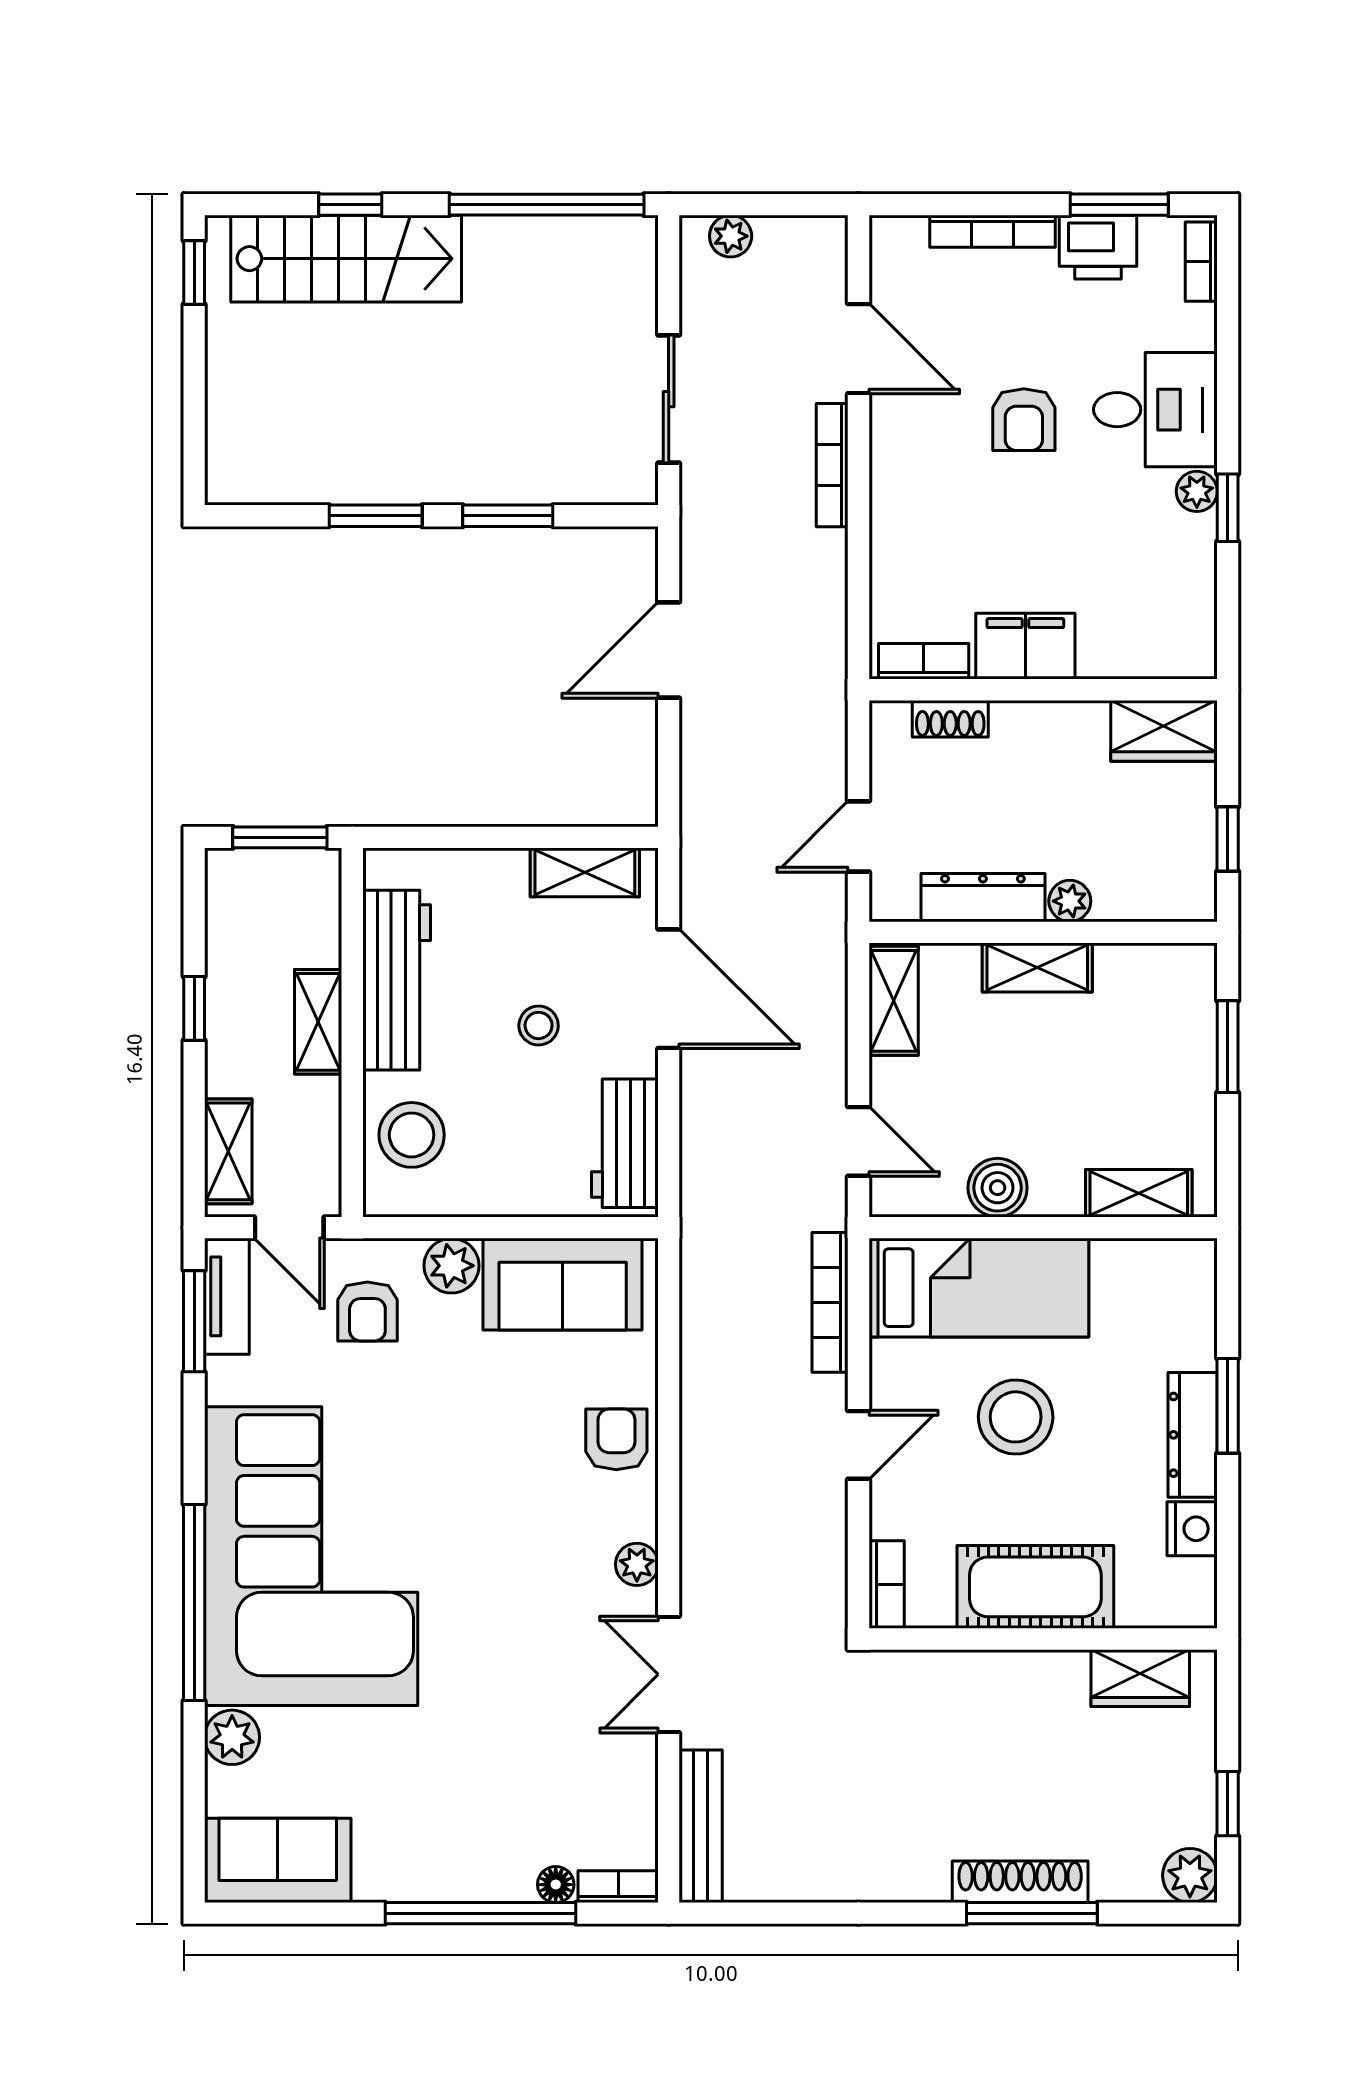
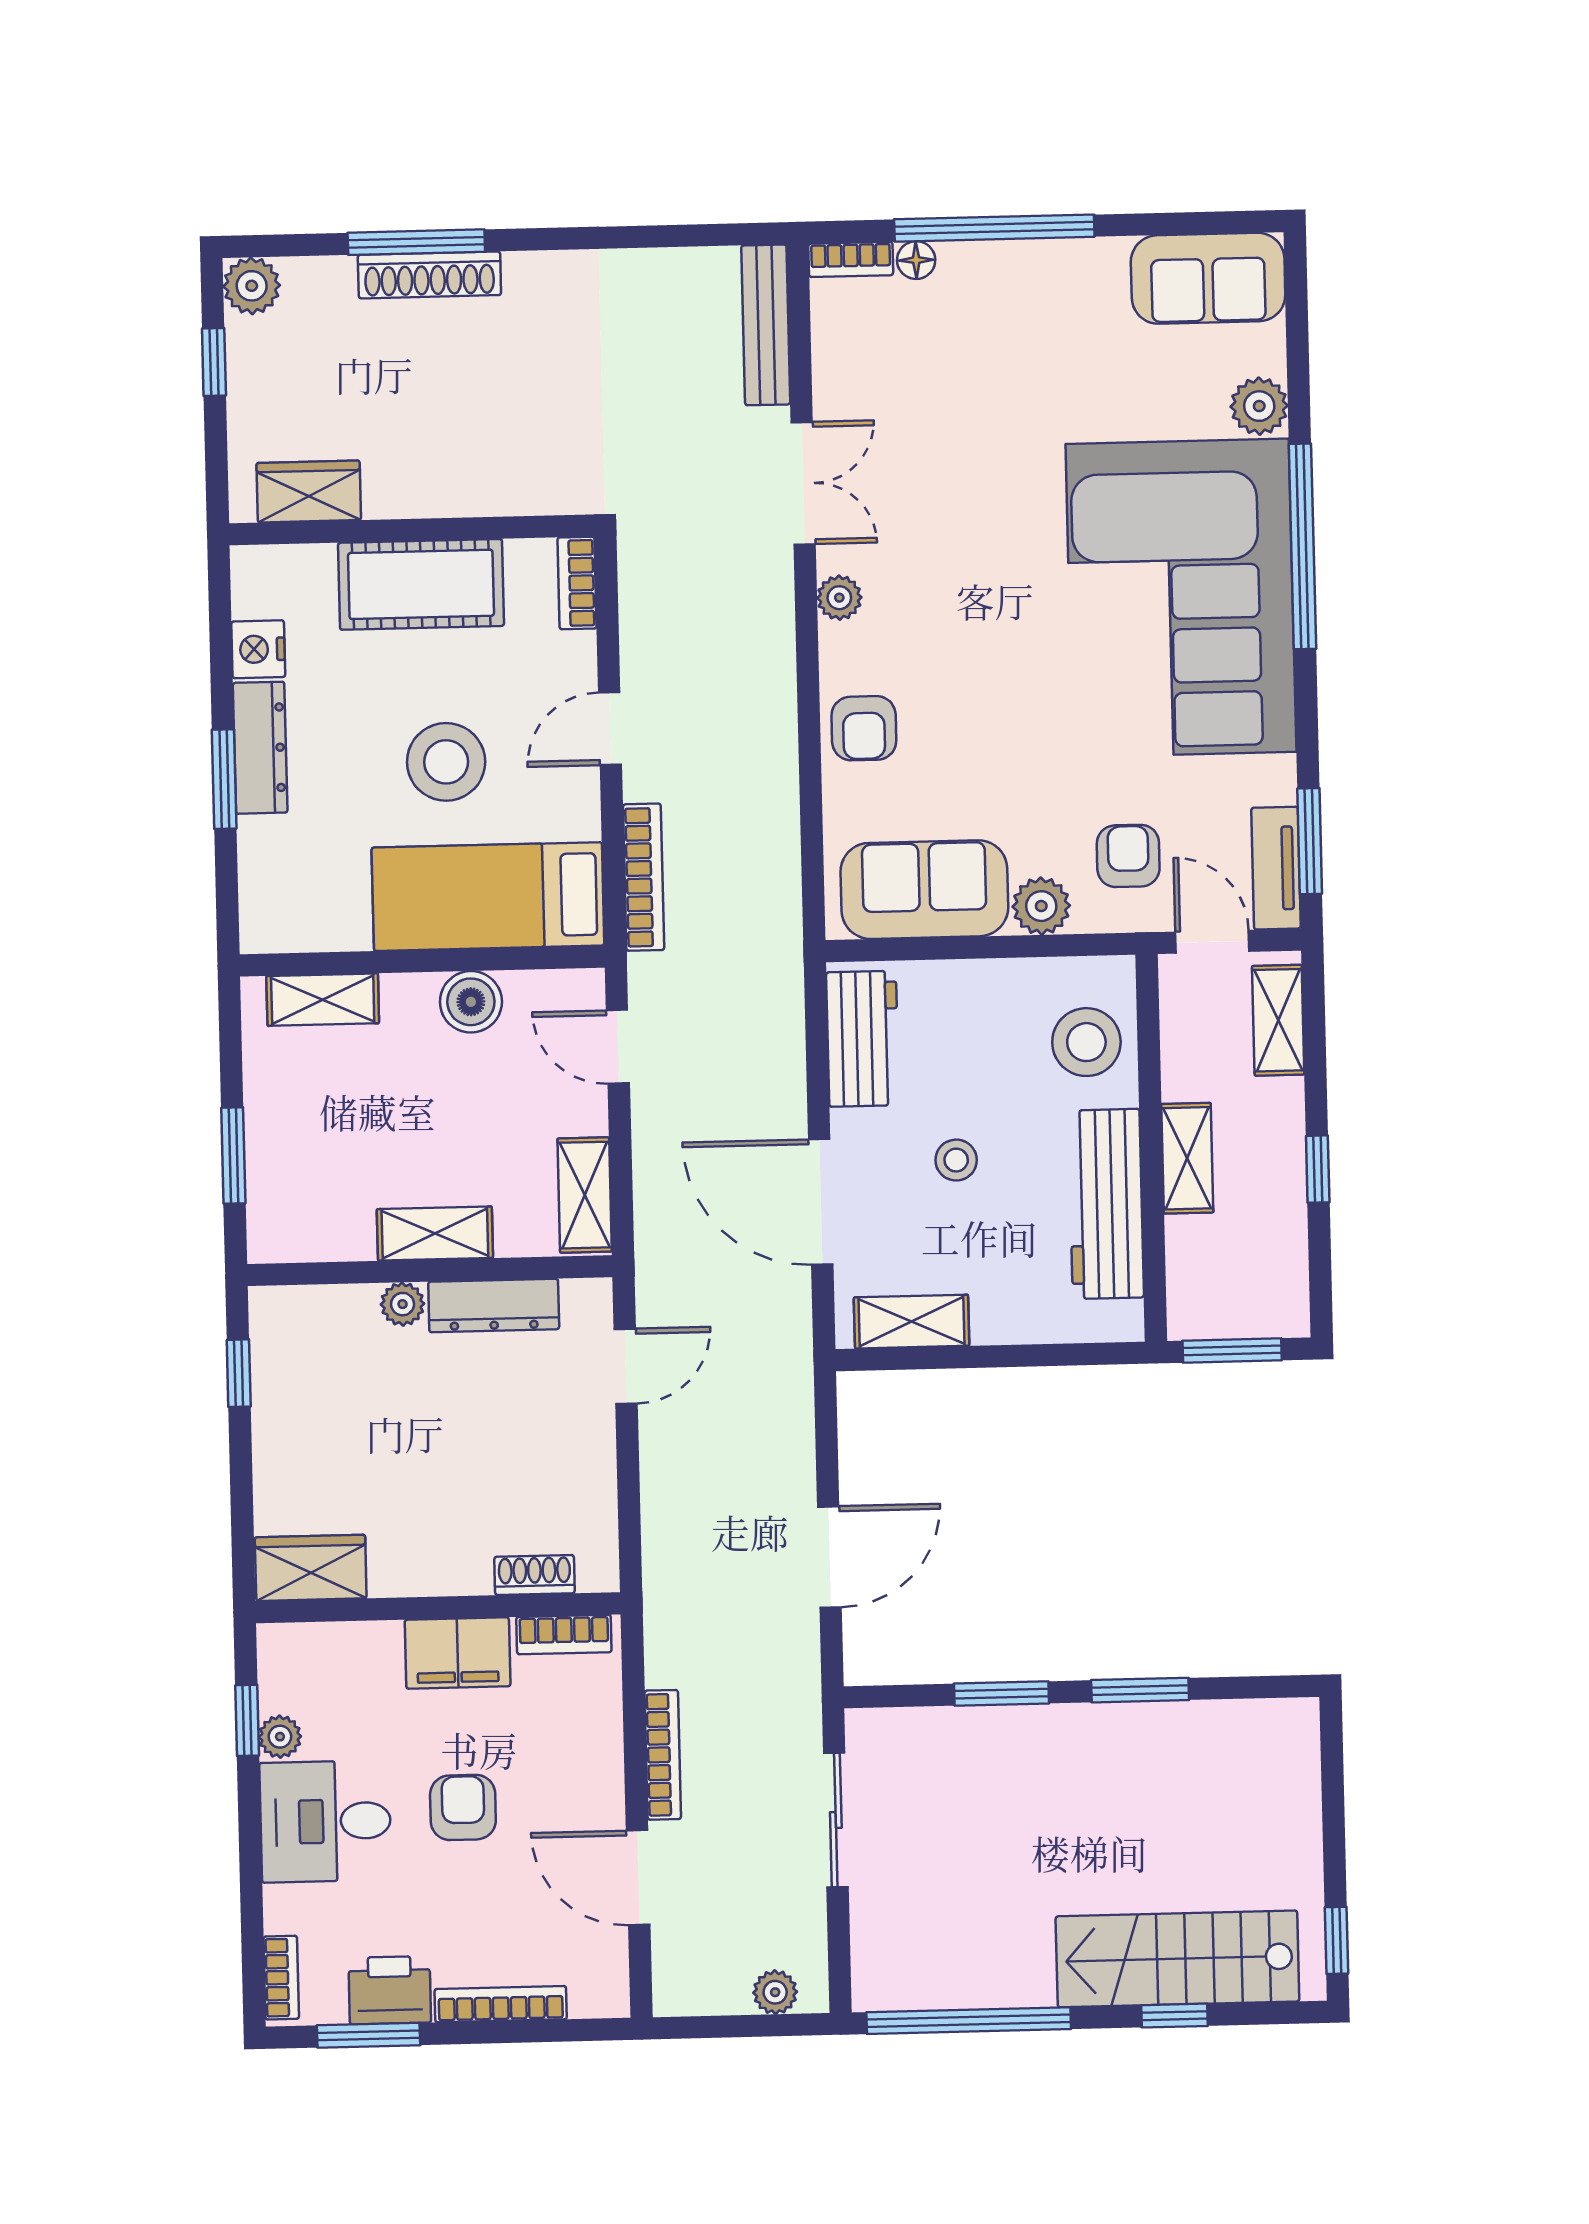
filing cabinet: (1025, 646) -> (458, 1653), moved
bookcase: (924, 661) -> (564, 1635), moved
wall: (1043, 690) -> (438, 1608), moved
shoe rack: (950, 719) -> (535, 1575), moved
wardrobe: (1164, 731) -> (311, 1568), moved

